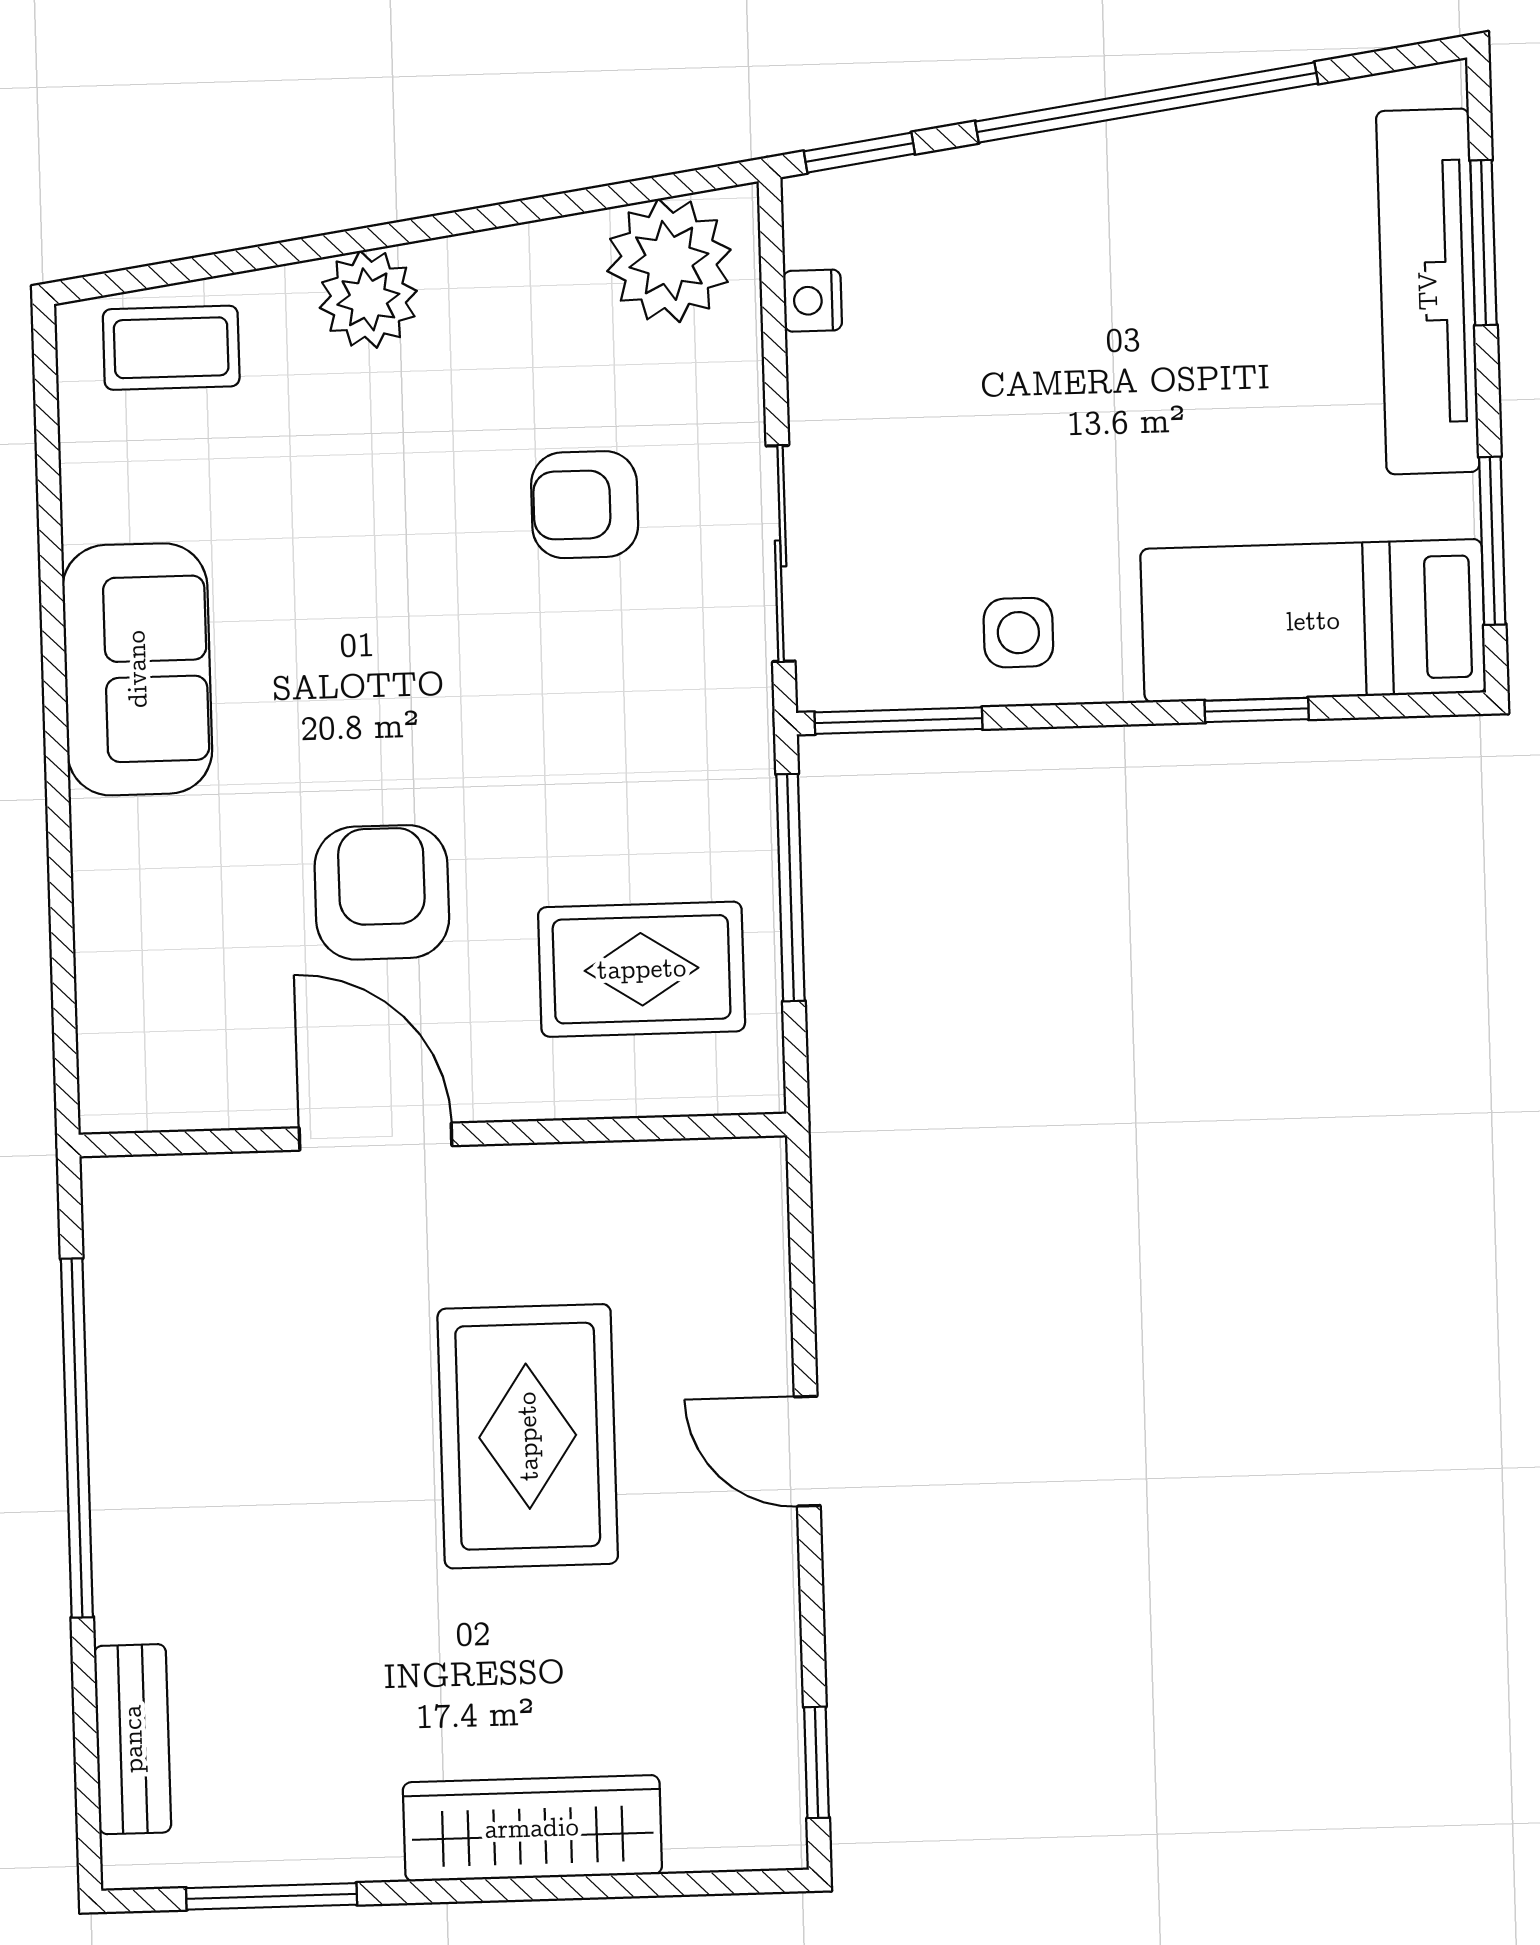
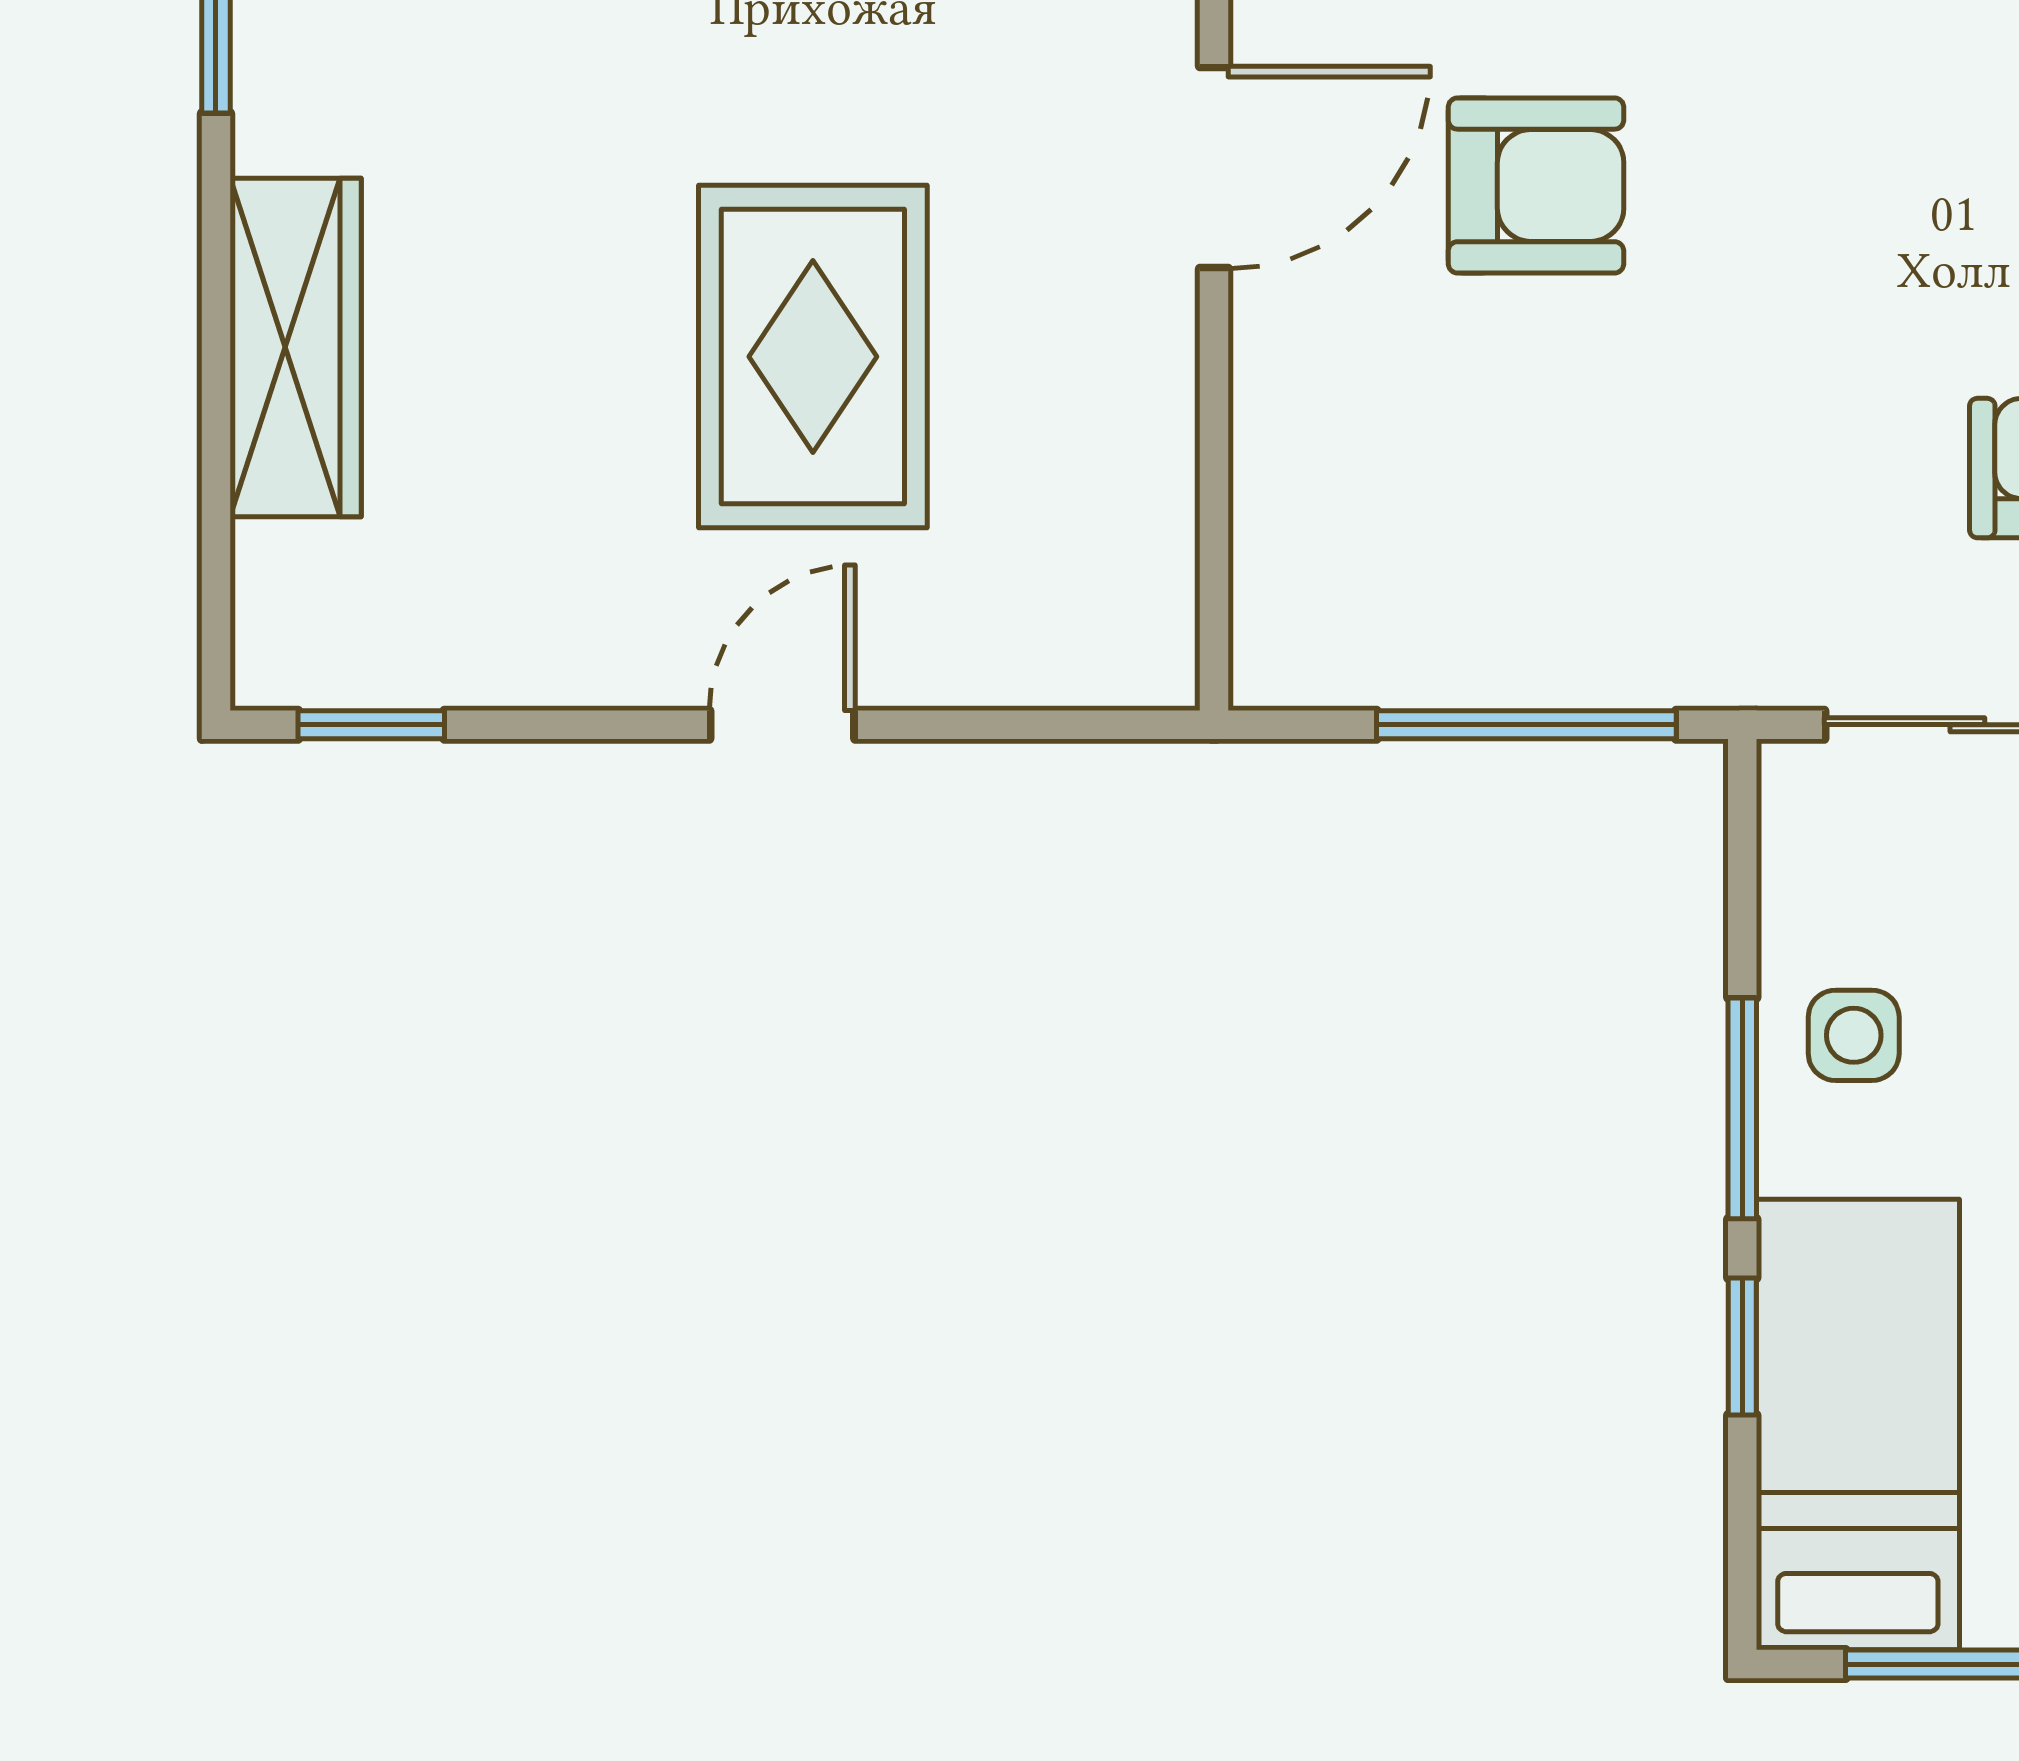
window: (898, 721) -> (1742, 1108), moved
rug: (642, 969) -> (1424, 525), removed
rug: (528, 1436) -> (813, 357), turned 90

